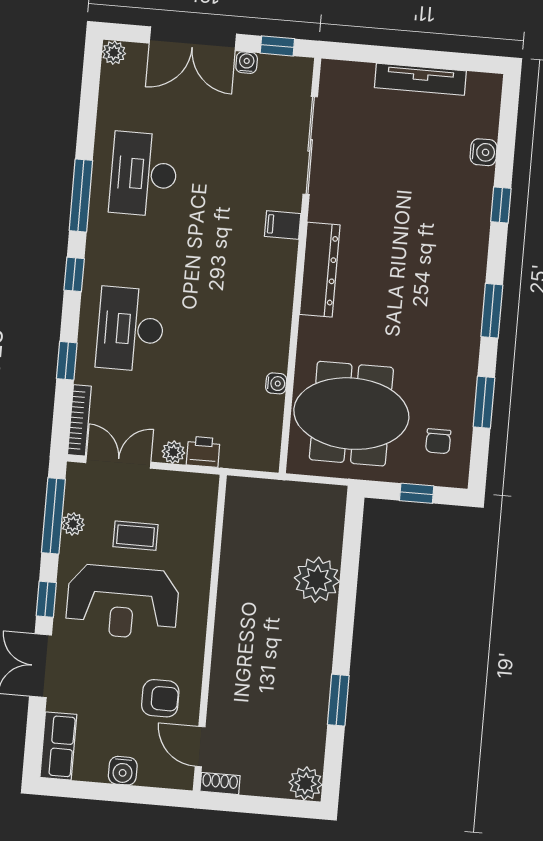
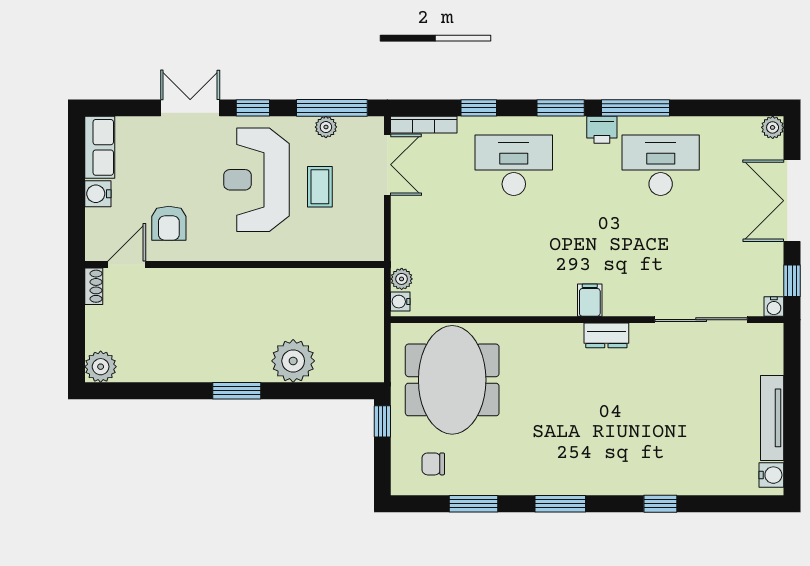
water cooler: (247, 63) -> (774, 306), moved, turned 90
water cooler: (484, 152) -> (771, 475), moved, turned -90
filing cabinet: (283, 225) -> (590, 300), moved
dresser: (320, 270) -> (606, 335), width x0.51, depth x0.80
window: (74, 274) -> (561, 108), width x1.50
water cooler: (276, 383) -> (400, 302), moved, turned 90
plant: (173, 452) -> (402, 279), moved
printer: (203, 452) -> (602, 130), moved, turned 90
window: (417, 493) -> (382, 421), moved
window: (338, 700) -> (237, 391), moved
row of seats: (58, 746) -> (100, 147), moved, turned -90

